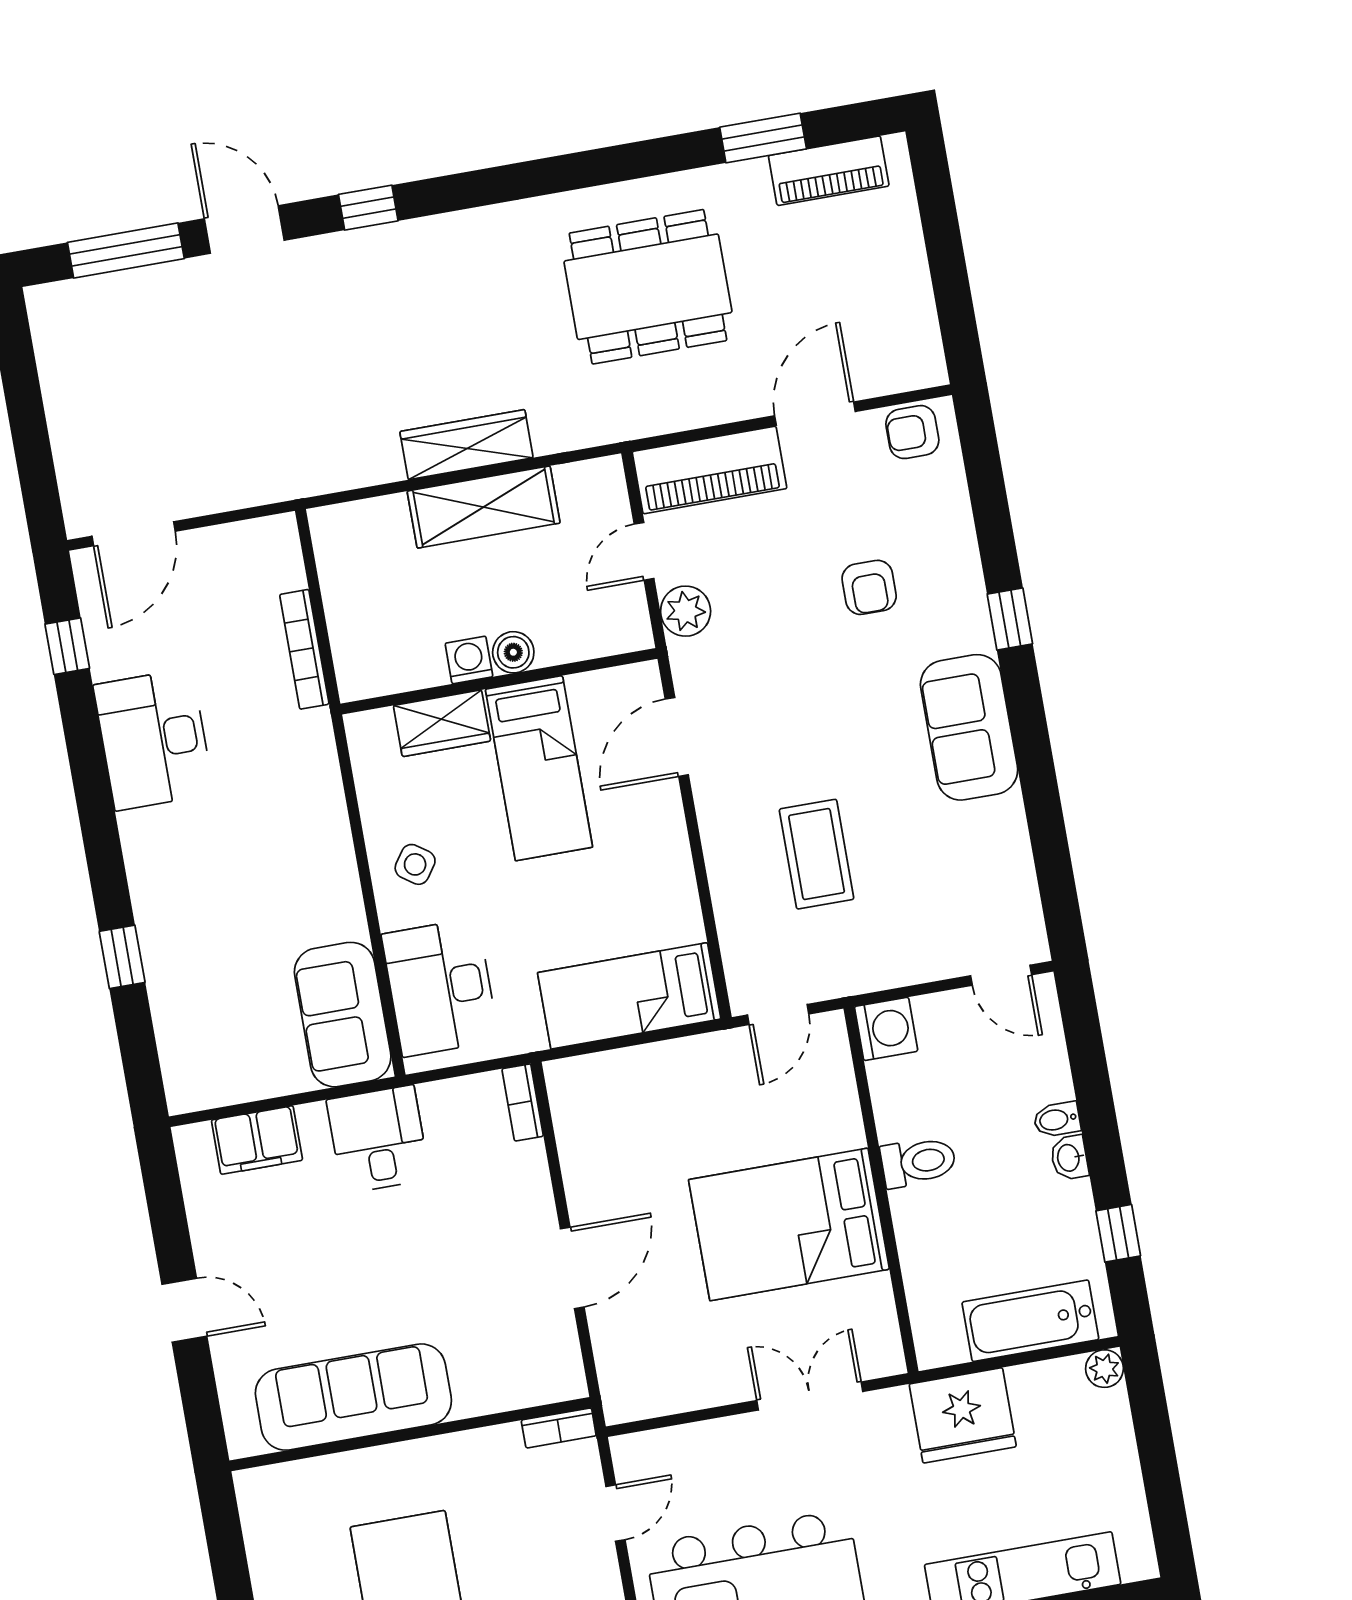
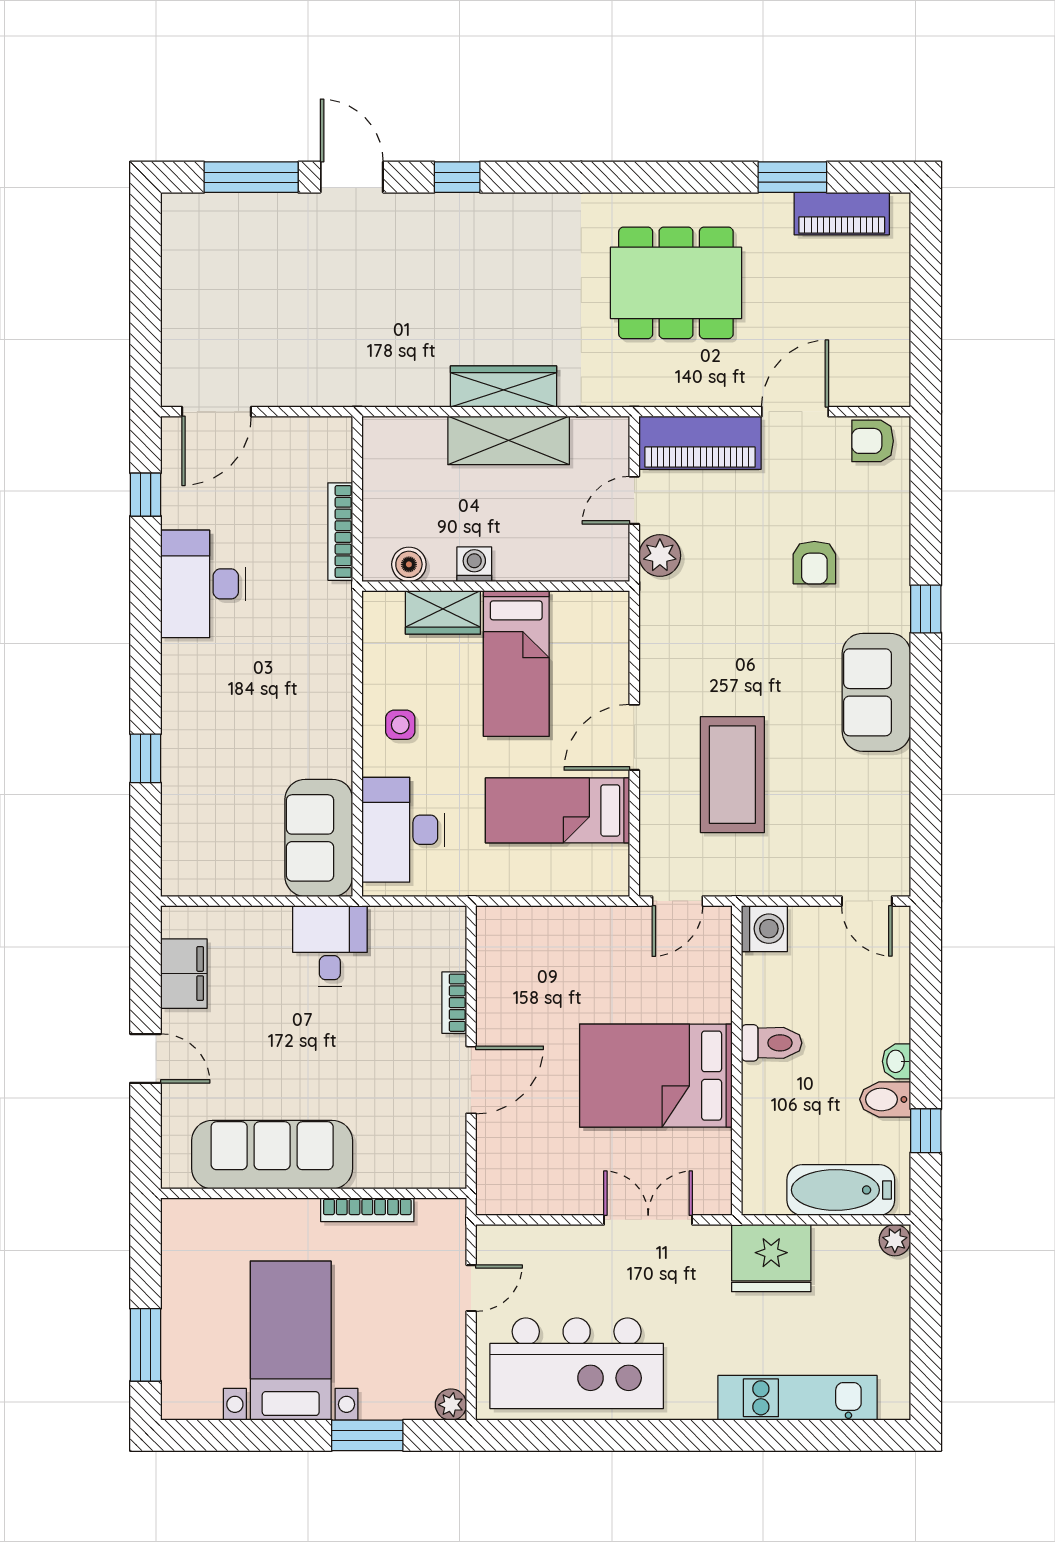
boiler: (513, 652) -> (409, 564), moved
door: (677, 737) -> (634, 737), moved
coffee table: (817, 854) -> (732, 775), width x1.36, depth x1.32
side table: (415, 864) -> (400, 725), turned -35
bed: (629, 996) -> (558, 810), moved
bookcase: (523, 1102) -> (454, 1003), moved
bidet: (1057, 1120) -> (885, 1099), moved, width x1.38, depth x1.36
filing cabinet: (257, 1140) -> (184, 974), moved, turned -90
bookcase: (559, 1428) -> (367, 1210), moved, width x1.56

